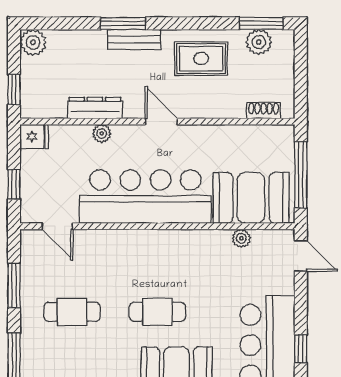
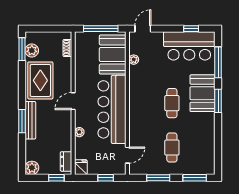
bench: (134, 39) -> (30, 120), width x1.36
rug: (201, 59) -> (40, 80), width x1.36, depth x1.43
dresser: (95, 108) -> (66, 161), moved, width x0.70

